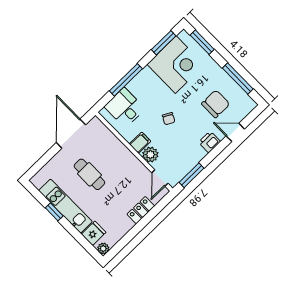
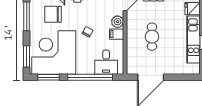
corner desk: (176, 65) -> (54, 52), width x1.36, depth x1.36
window: (126, 80) -> (90, 77), width x1.46
cafe table: (89, 174) -> (152, 37), moved

